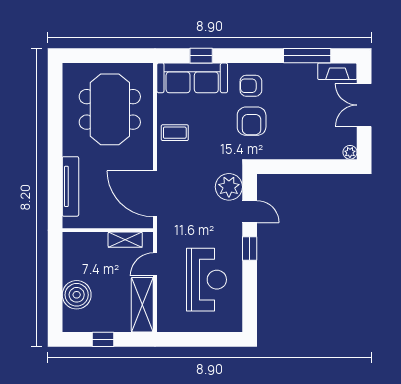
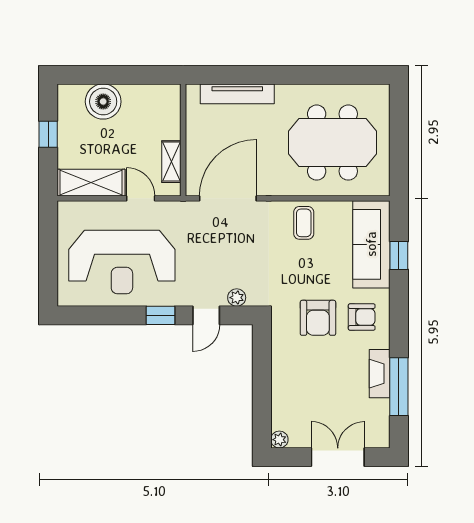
fireplace: (337, 71) -> (380, 374), moved
armchair: (251, 86) -> (362, 317), turned 90
armchair: (252, 121) -> (318, 318), turned -90
plant: (229, 187) -> (237, 298), width x0.53, depth x0.53
reception desk: (206, 280) -> (122, 262), width x1.36, depth x1.30

